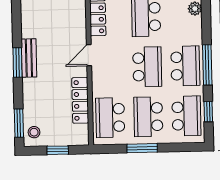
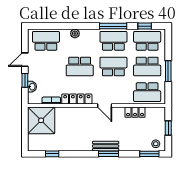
locker: (80, 100) -> (135, 112), width x0.66

